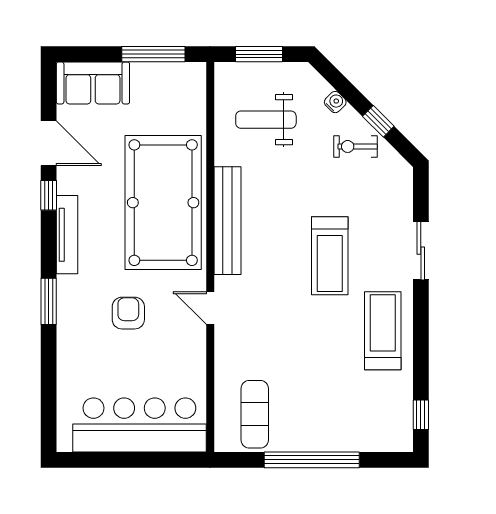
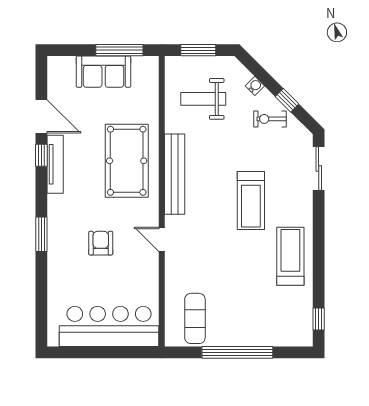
sofa: (93, 83) -> (104, 72), moved
pool table: (163, 203) -> (127, 161), width x0.73, depth x0.76
tv unit: (67, 235) -> (55, 164), moved
sliding door: (421, 251) -> (319, 168), moved

